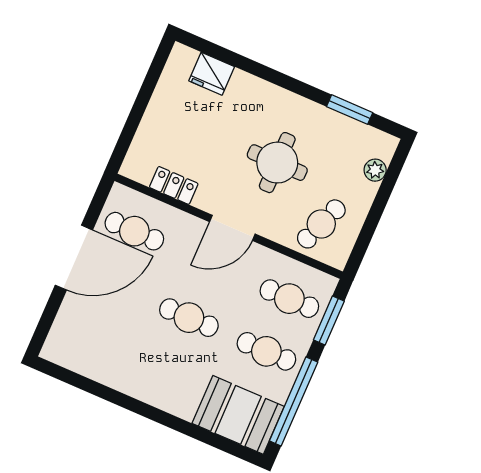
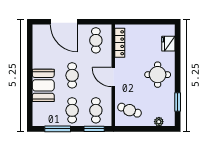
round table: (277, 163) -> (158, 75), moved
locker: (174, 185) -> (120, 43), width x1.53
door: (74, 258) -> (64, 22), moved
window: (294, 401) -> (58, 129), width x0.68
booth: (238, 415) -> (43, 85), moved

